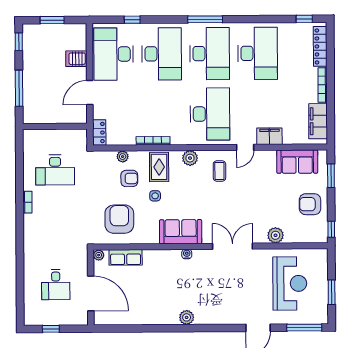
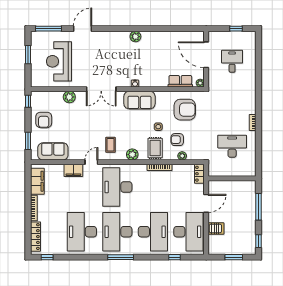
desk: (162, 54) -> (153, 232), turned 180
armchair: (310, 204) -> (44, 120), turned 90
armchair: (119, 219) -> (185, 110), turned -90

